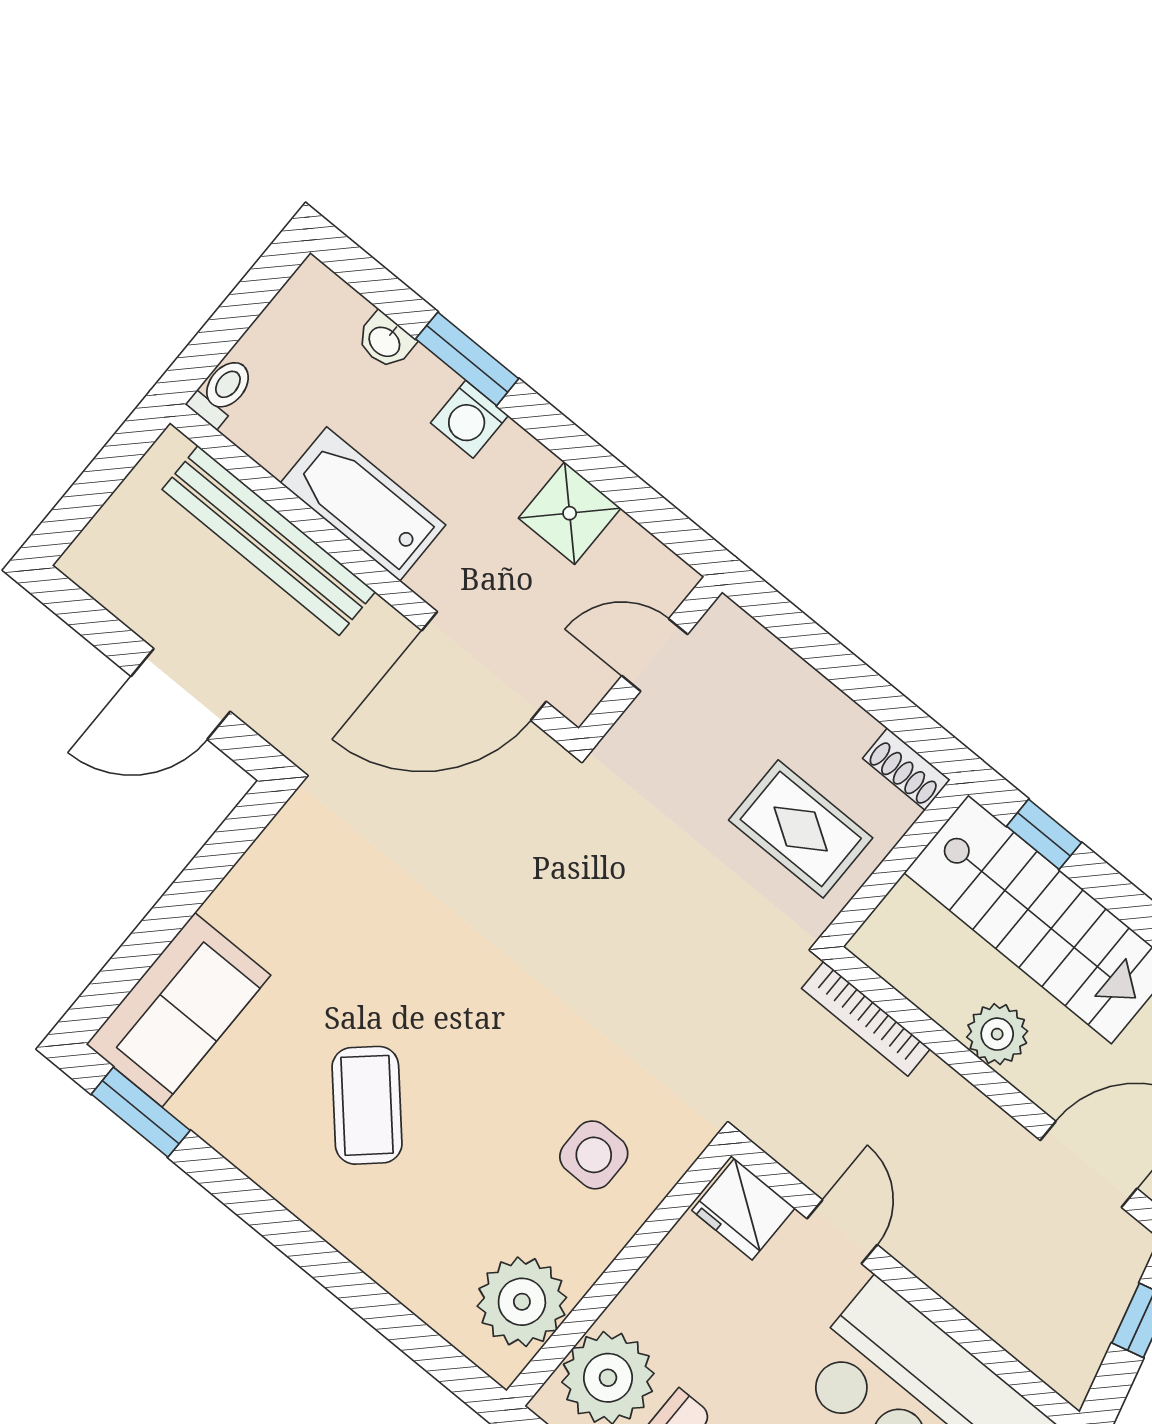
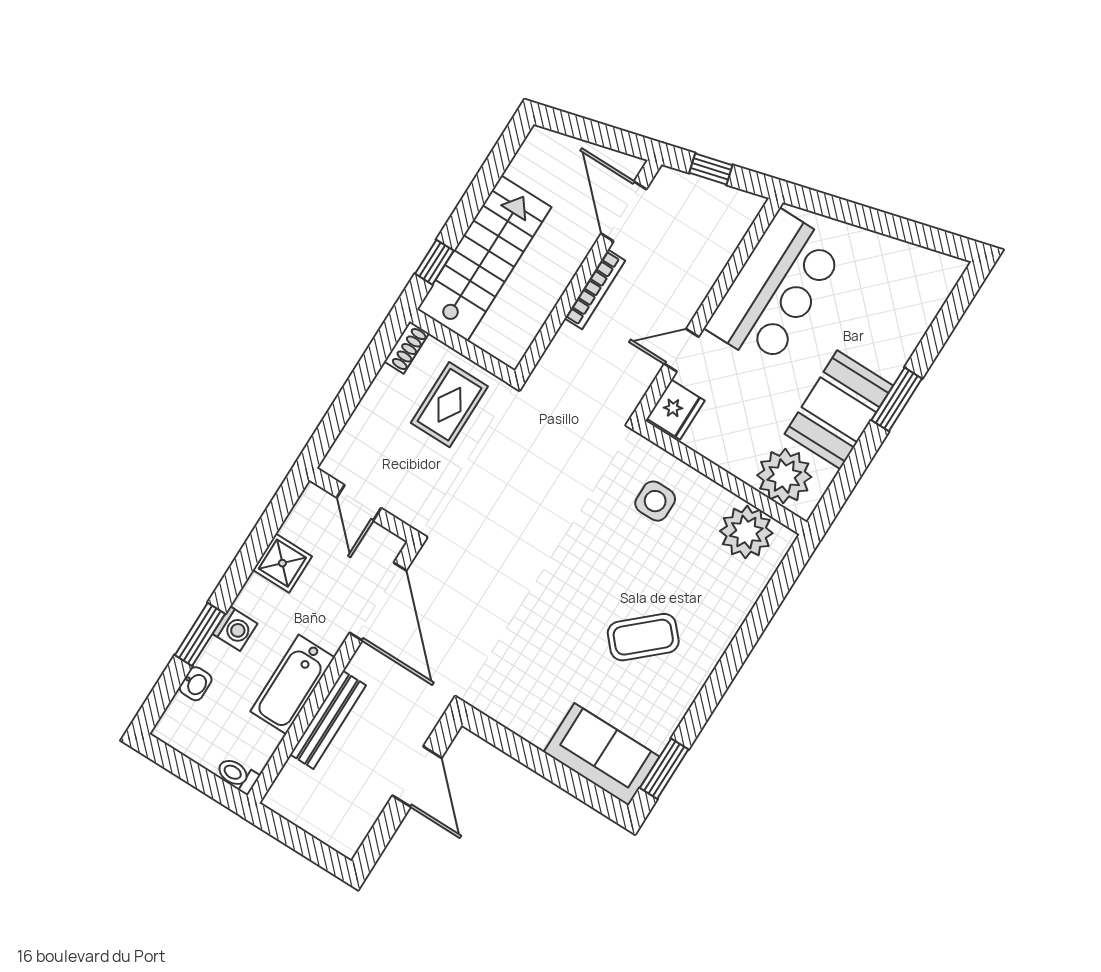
bench: (269, 540) -> (328, 720), width x0.73, depth x0.82
bookcase: (866, 1019) -> (595, 289), moved
plant: (997, 1034) -> (555, 275), removed

